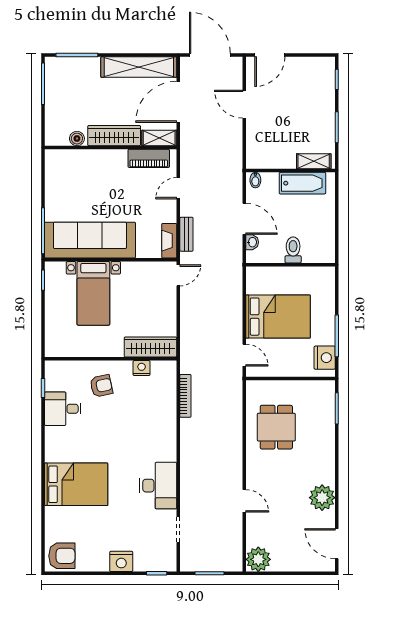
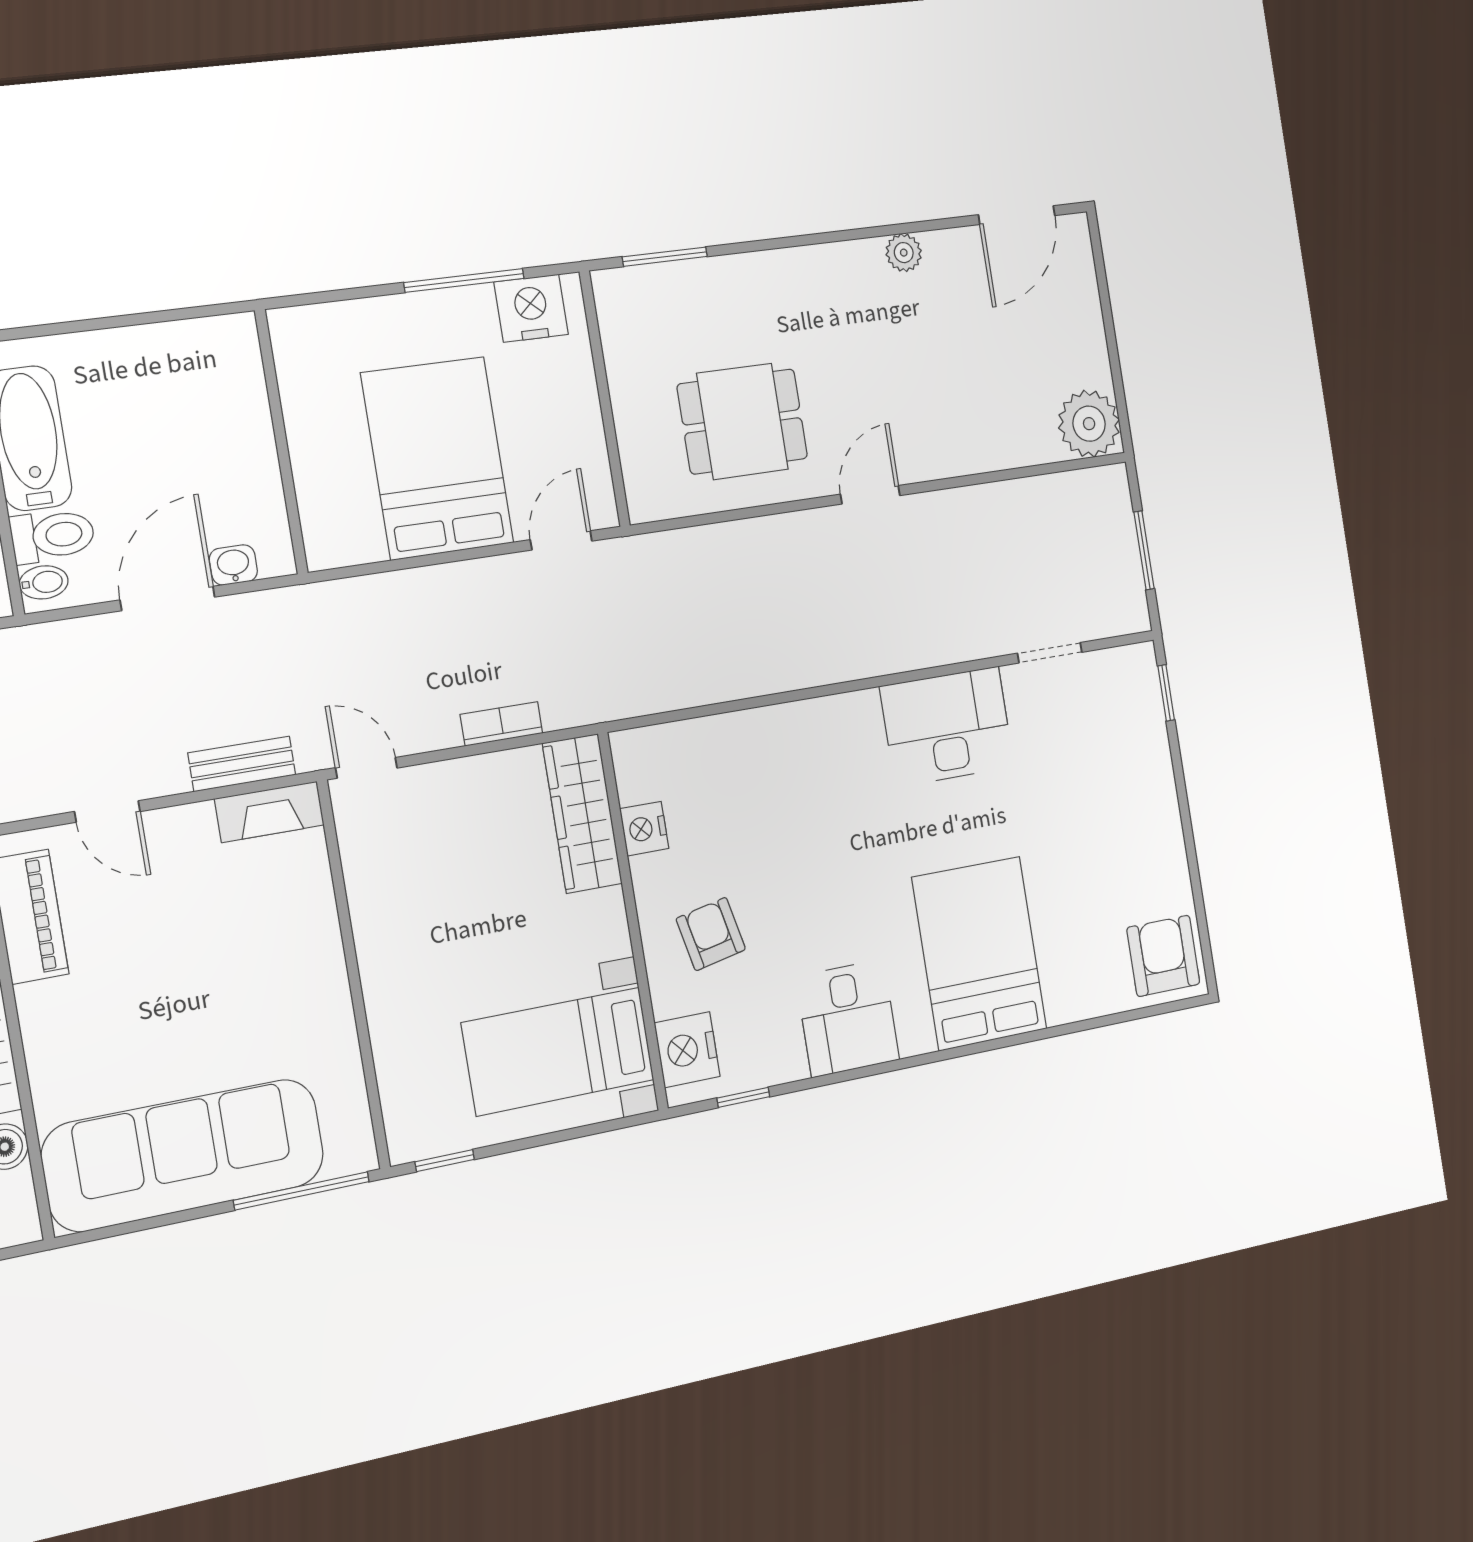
sofa: (90, 240) -> (184, 1155), moved, turned 90
toilet: (293, 250) -> (53, 536), moved, turned 180
bed with nightstands: (93, 293) -> (558, 1051), moved, turned 180
bookcase: (185, 396) -> (501, 724), moved, width x0.64
desk: (63, 409) -> (848, 1018), moved
plant: (322, 498) -> (904, 253), width x0.53, depth x0.53
door: (244, 501) -> (870, 495), moved
nightstand: (121, 561) -> (687, 1050), moved, turned 180

